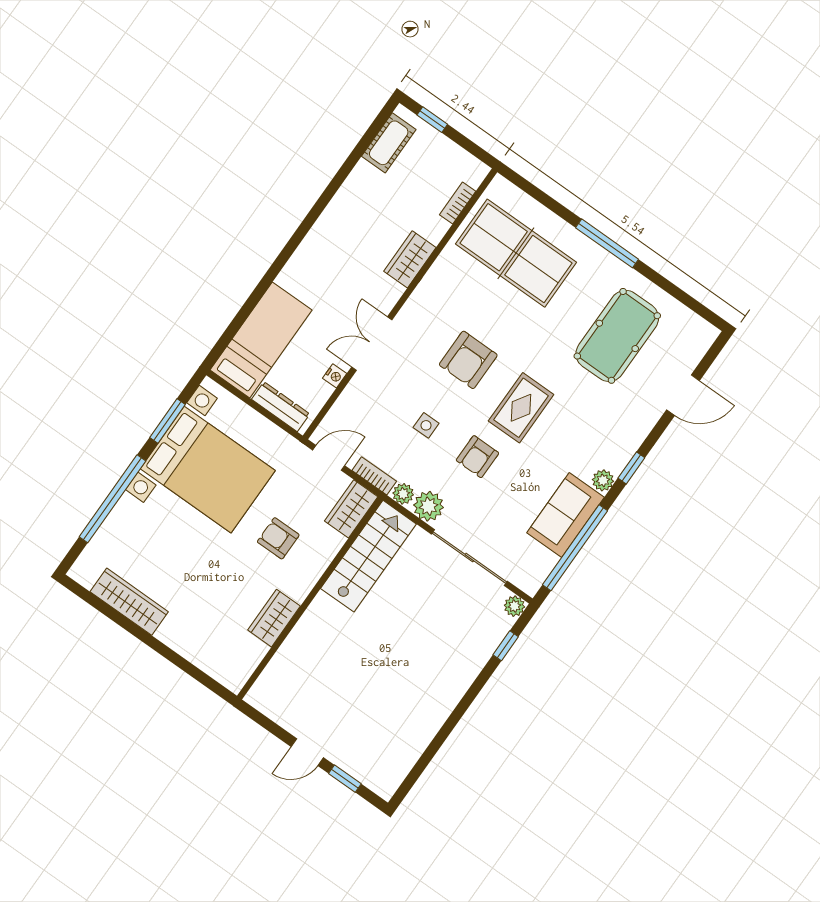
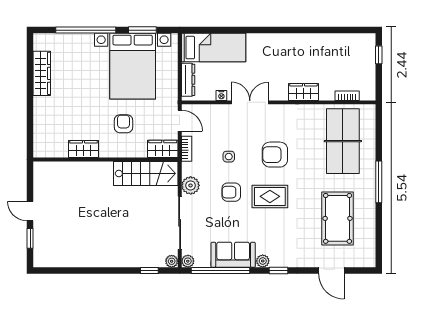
cot: (389, 143) -> (353, 42), removed
pool table: (617, 336) -> (338, 218), turned 90
plant: (403, 494) -> (188, 261), moved

